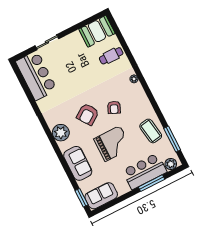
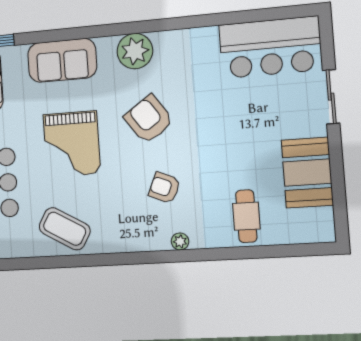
booth: (97, 31) -> (307, 173), moved
armchair: (114, 107) -> (164, 188), moved
coffee table: (151, 131) -> (65, 229), turned 39
window: (172, 139) -> (32, 263), removed

